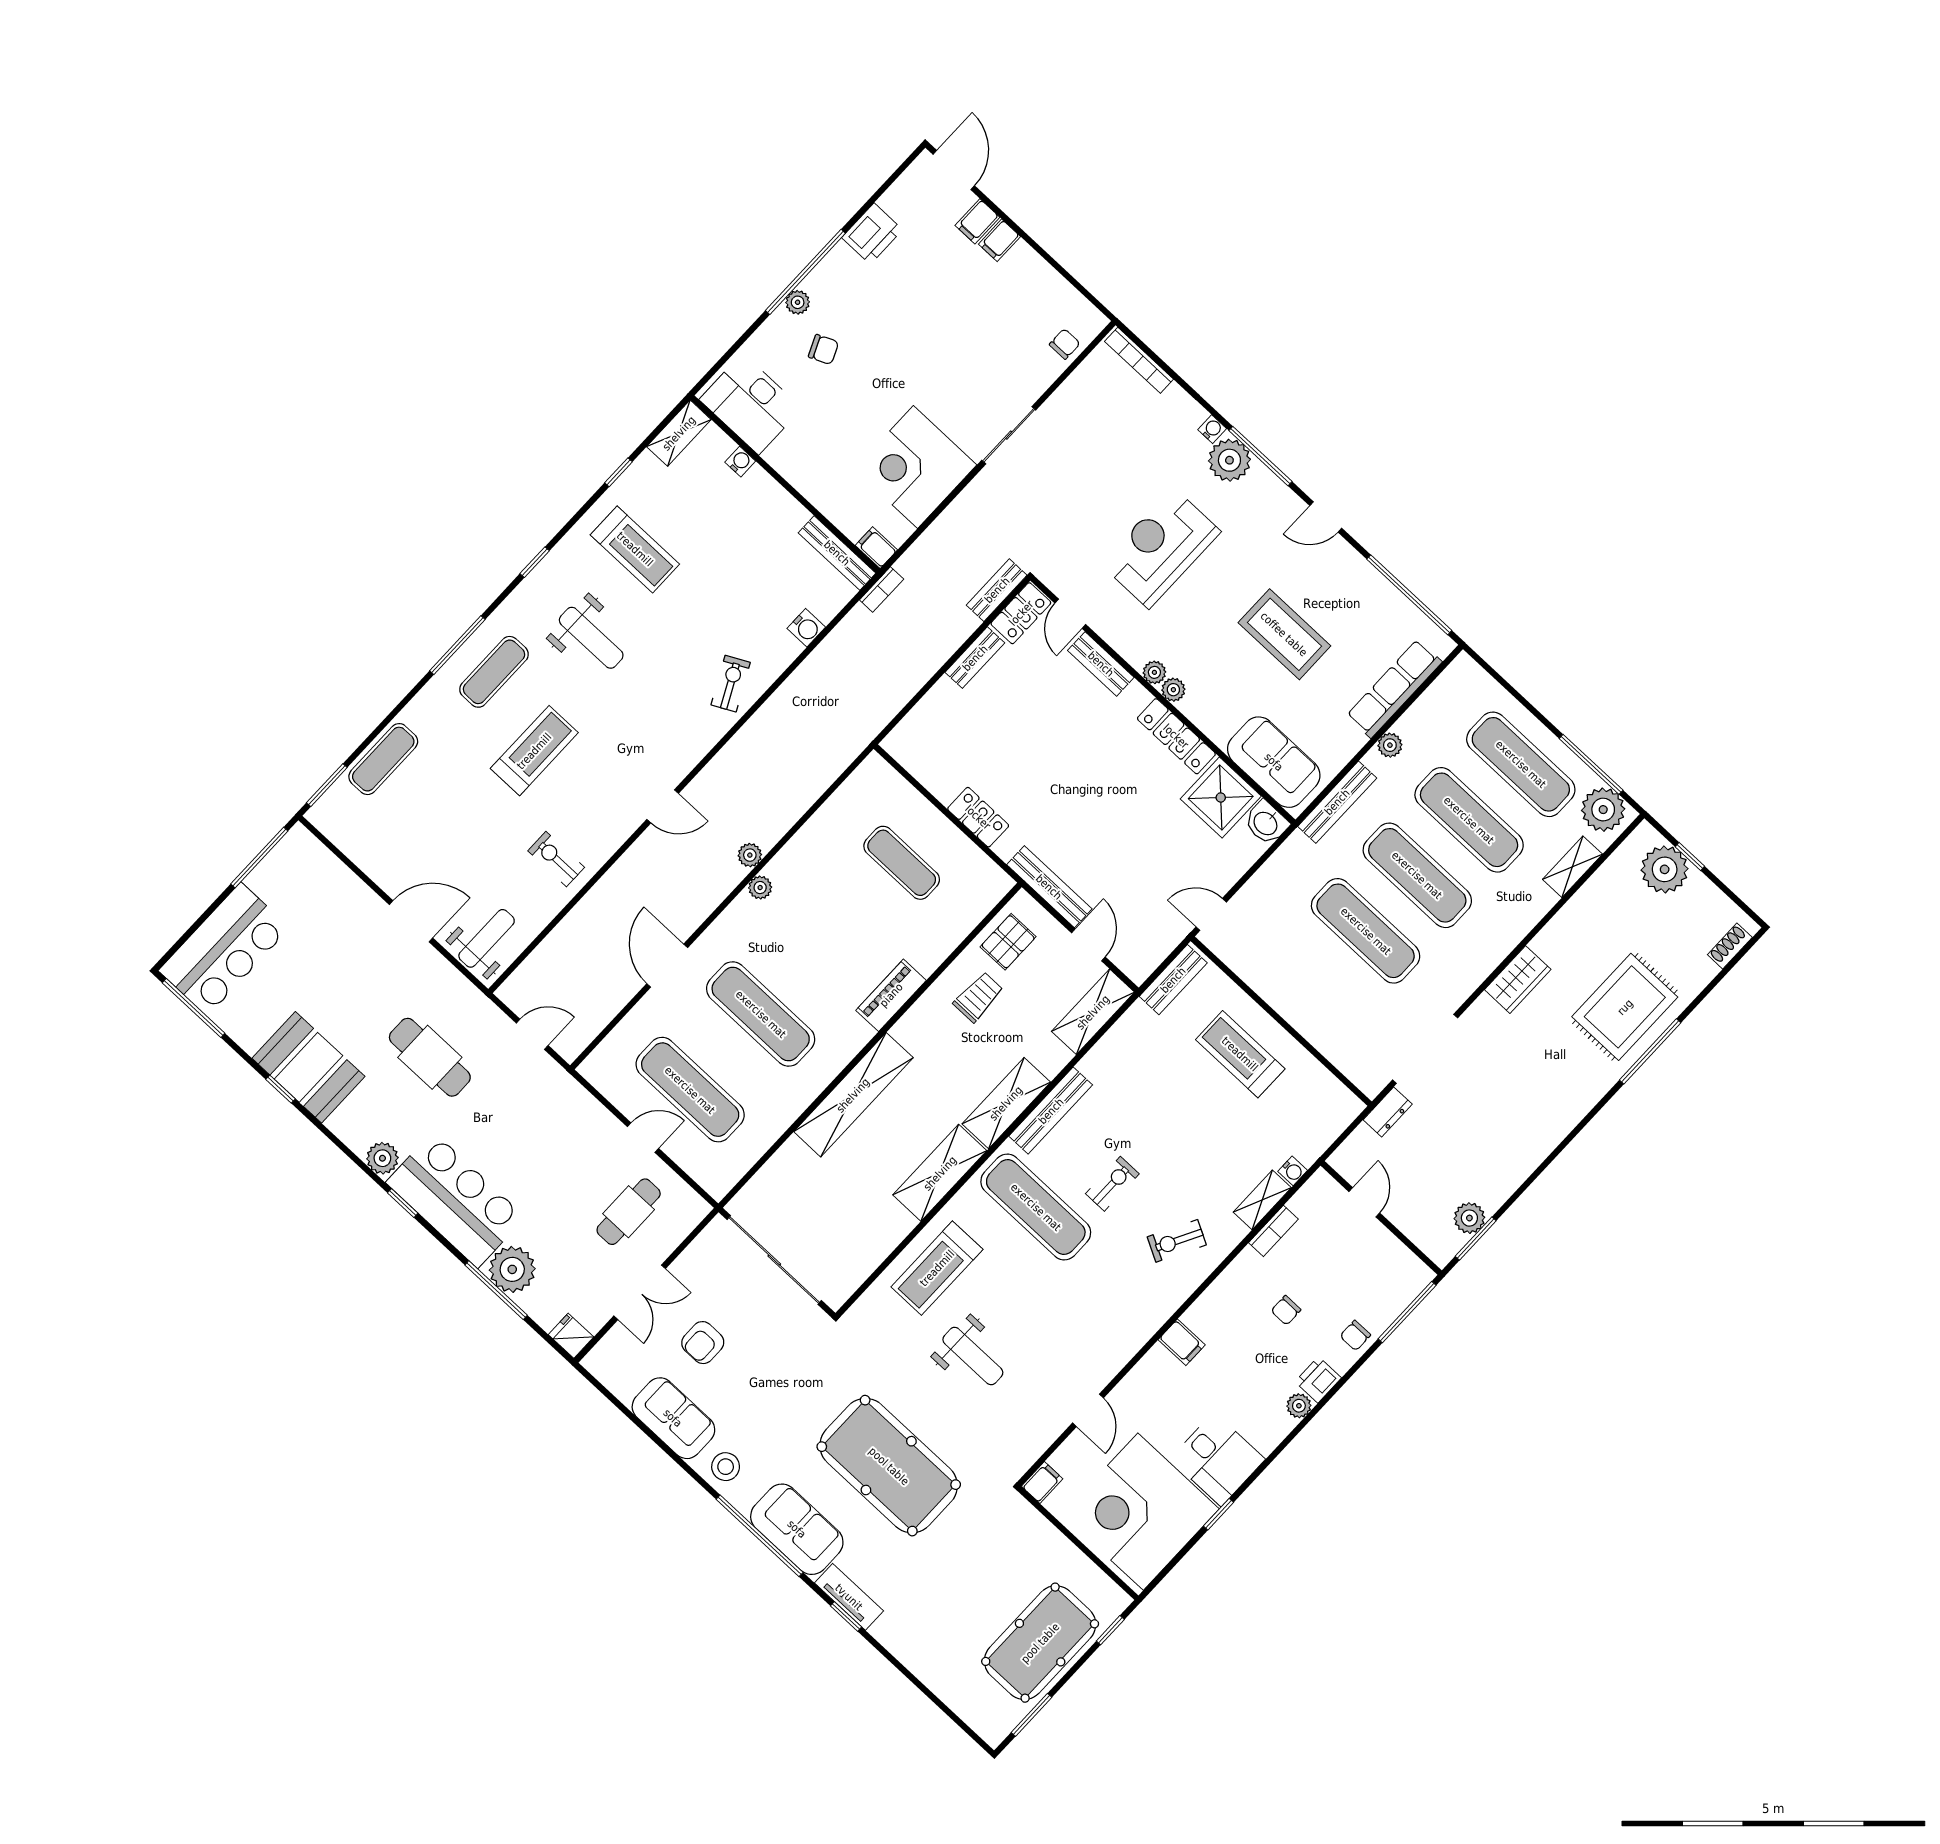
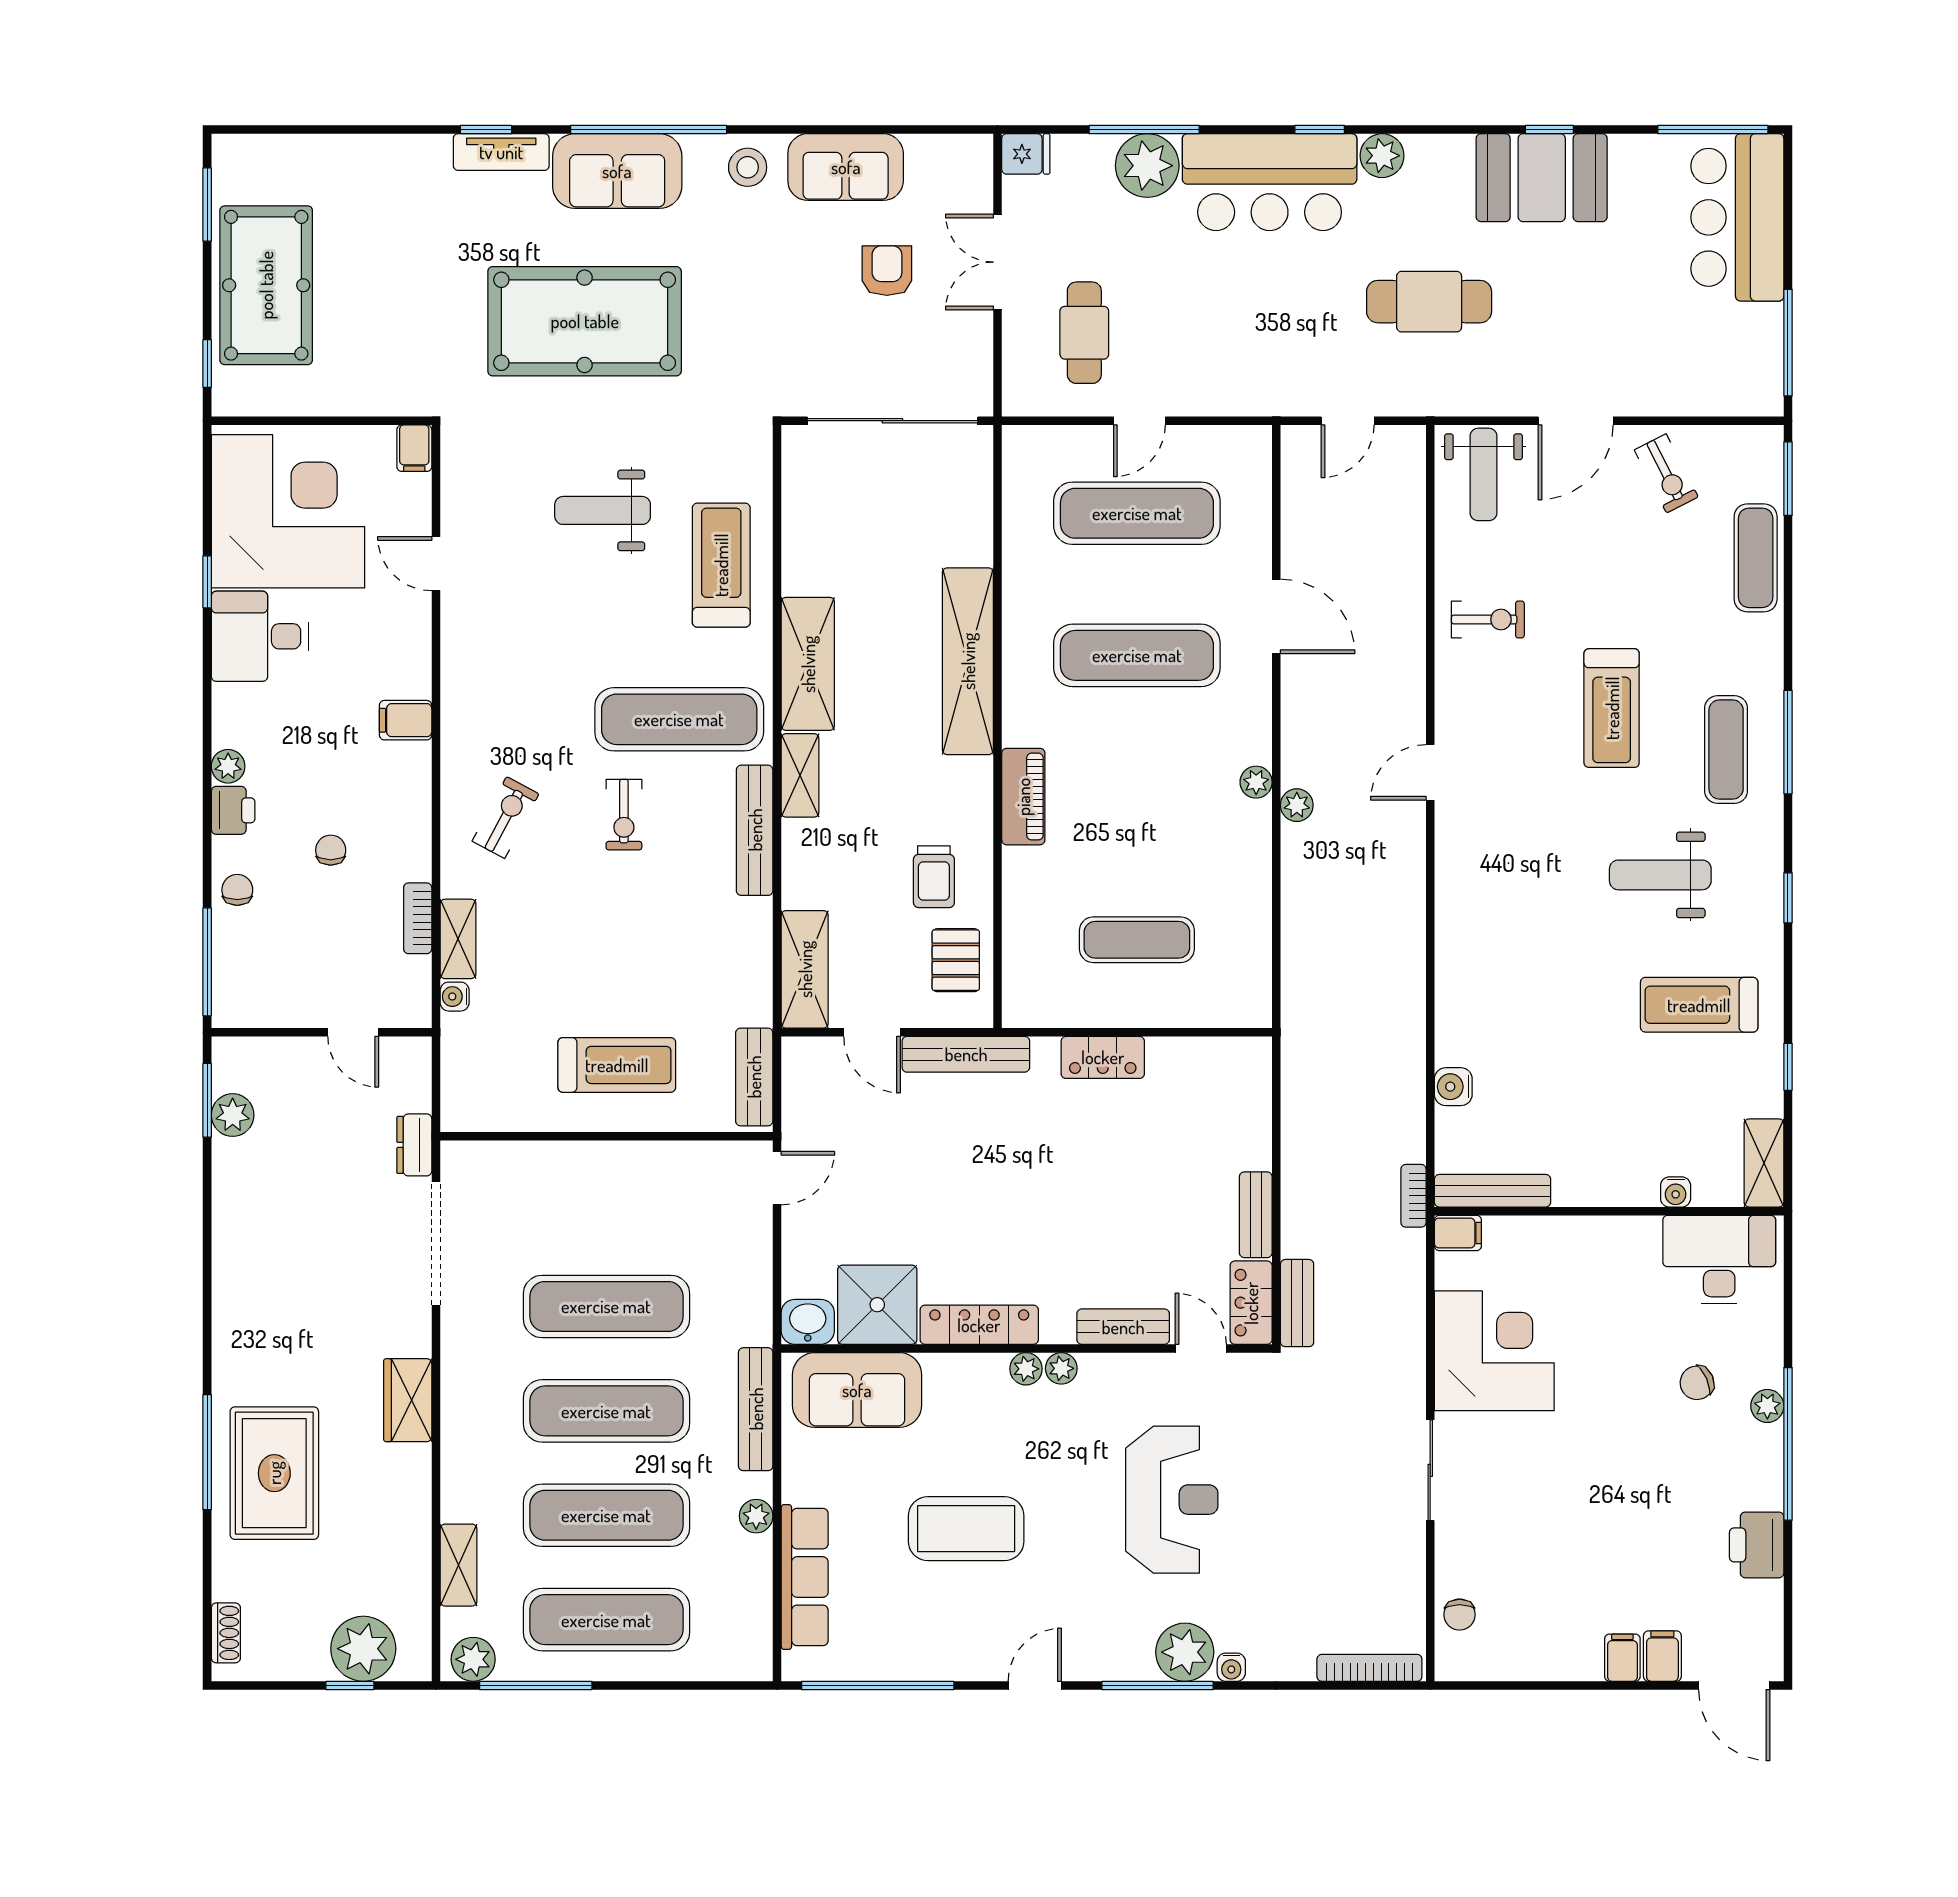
exercise bike: (731, 684) -> (1666, 473), moved
plant: (1603, 810) -> (473, 1659), width x0.73, depth x0.73
shelving: (1006, 1103) -> (800, 775), width x0.67, depth x0.75

